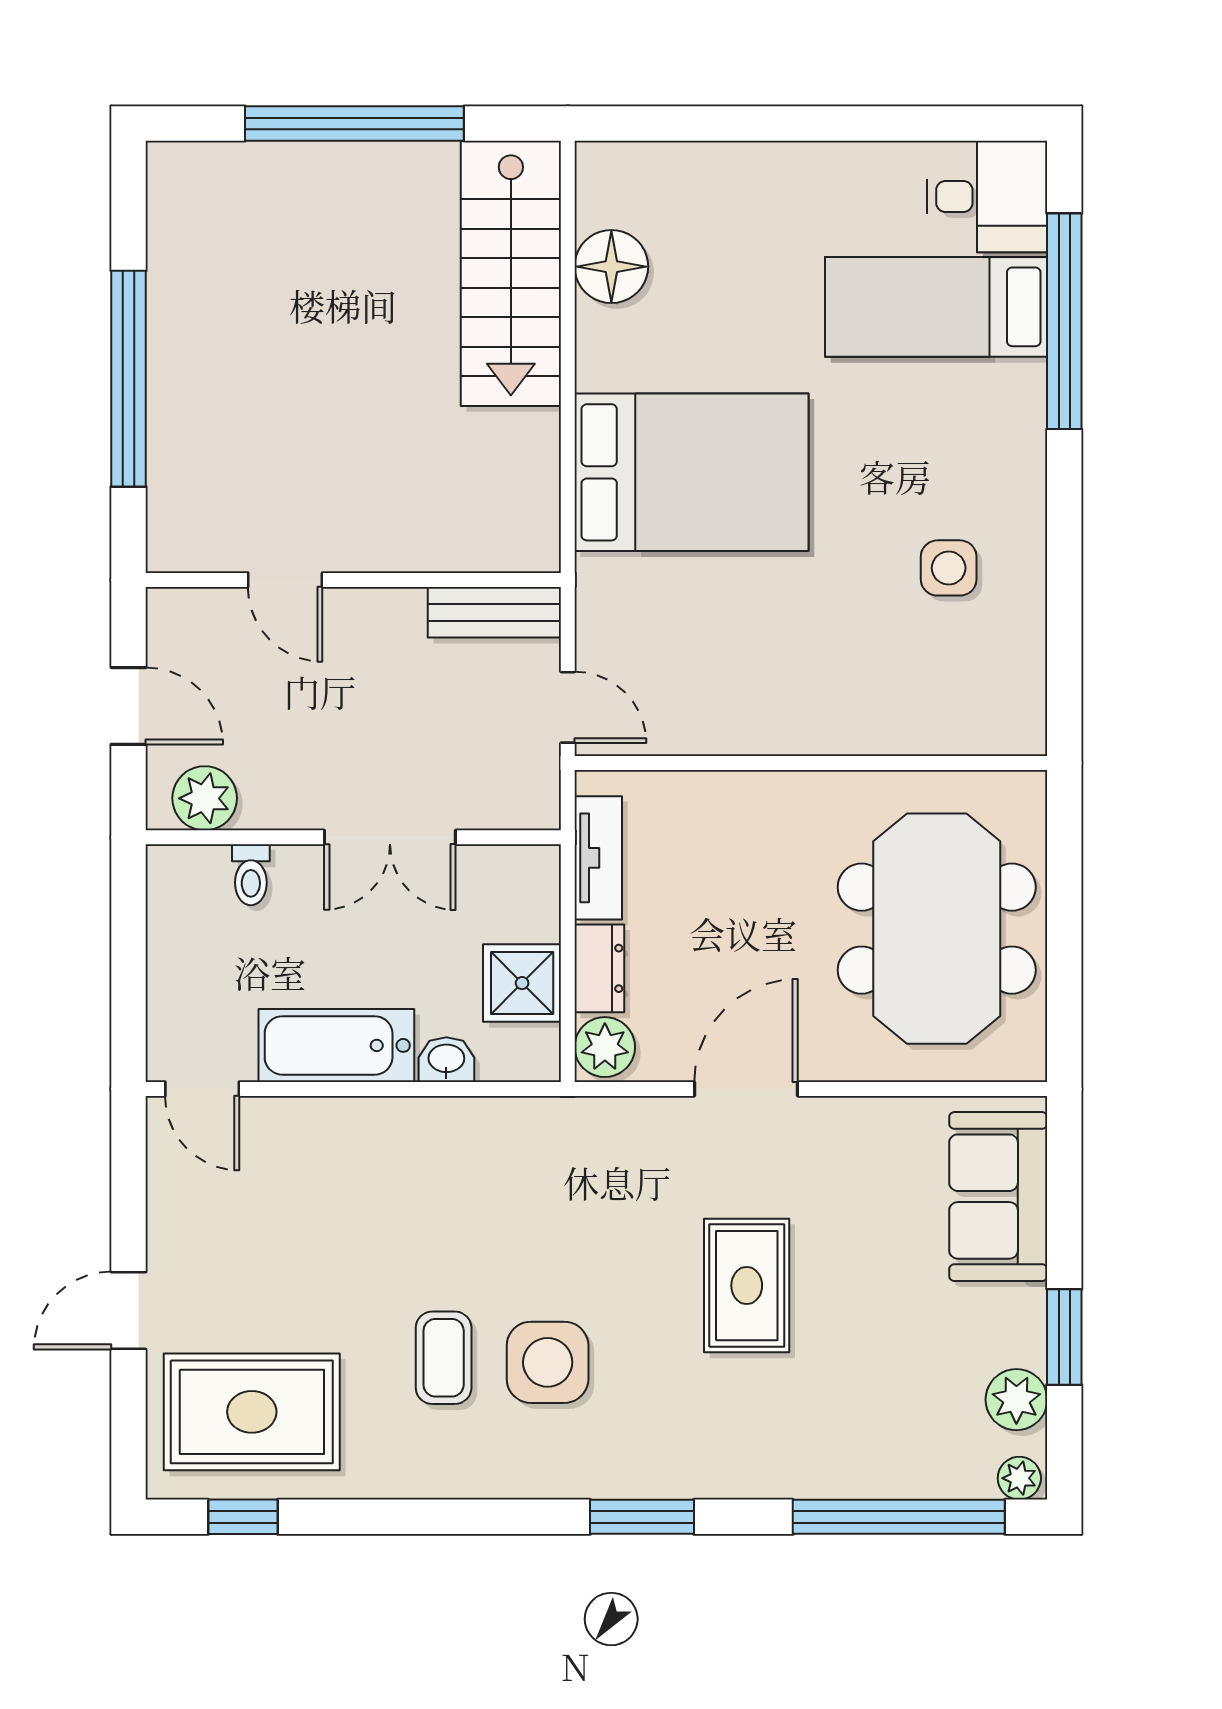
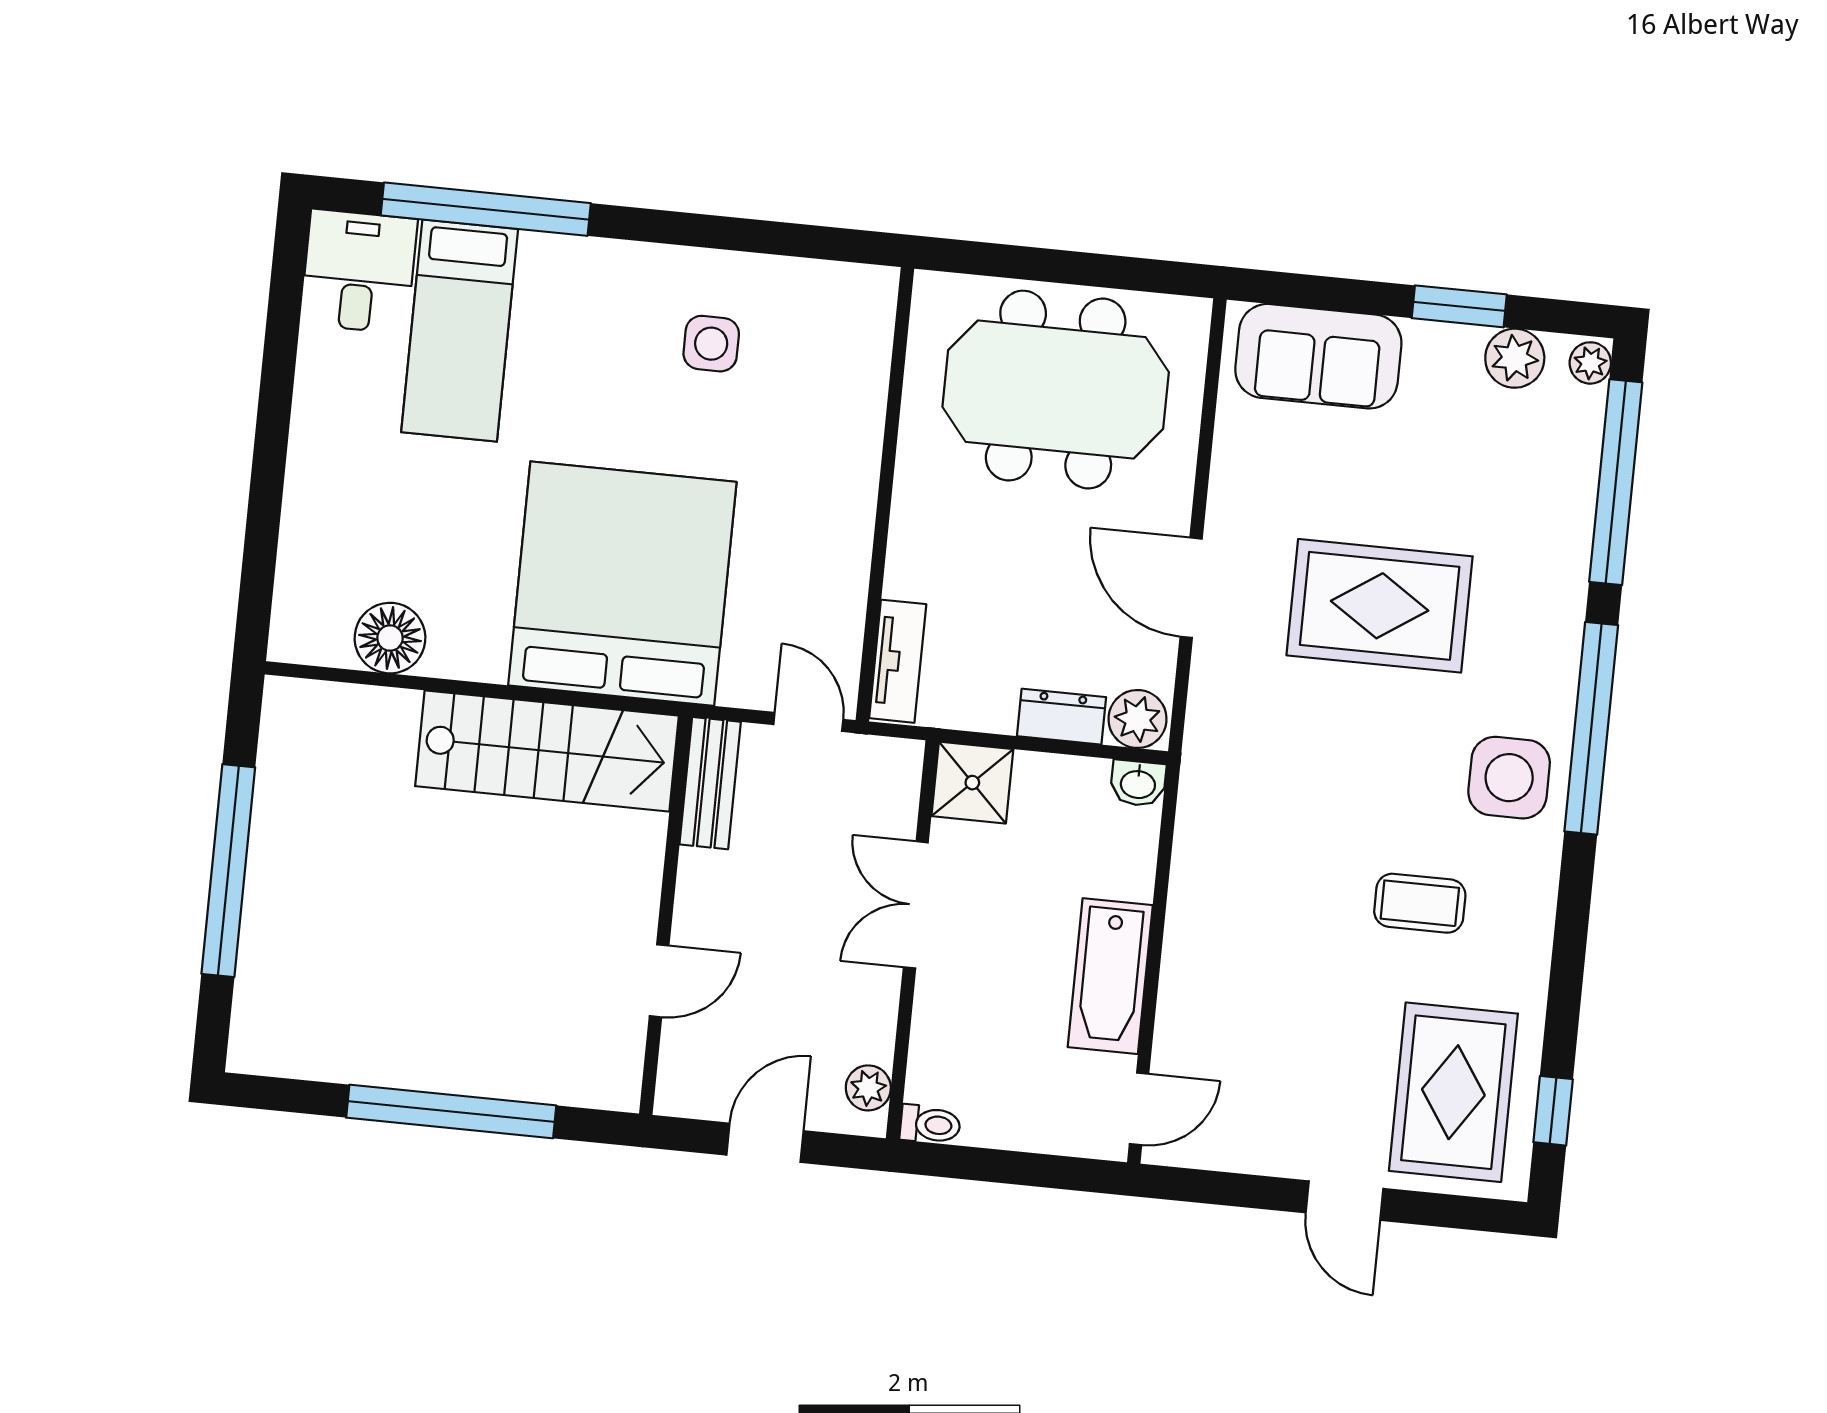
stairs: (511, 273) -> (547, 751), moved
bed: (692, 472) -> (622, 584), width x1.36
door: (568, 707) -> (808, 722), hinge flipped
plant: (205, 798) -> (868, 1088), width x0.73, depth x0.73
double door: (390, 837) -> (916, 905), swing flipped
tv unit: (598, 858) -> (898, 661), moved, turned 90
toilet: (251, 875) -> (930, 1125), moved
shower: (522, 983) -> (972, 783), moved
washbasin: (446, 1060) -> (1138, 783), moved, turned -90
rug: (747, 1286) -> (1380, 606), width x1.36, depth x1.43
side table: (548, 1362) -> (1509, 778), moved
window: (642, 1517) -> (1591, 728), width x2.11

